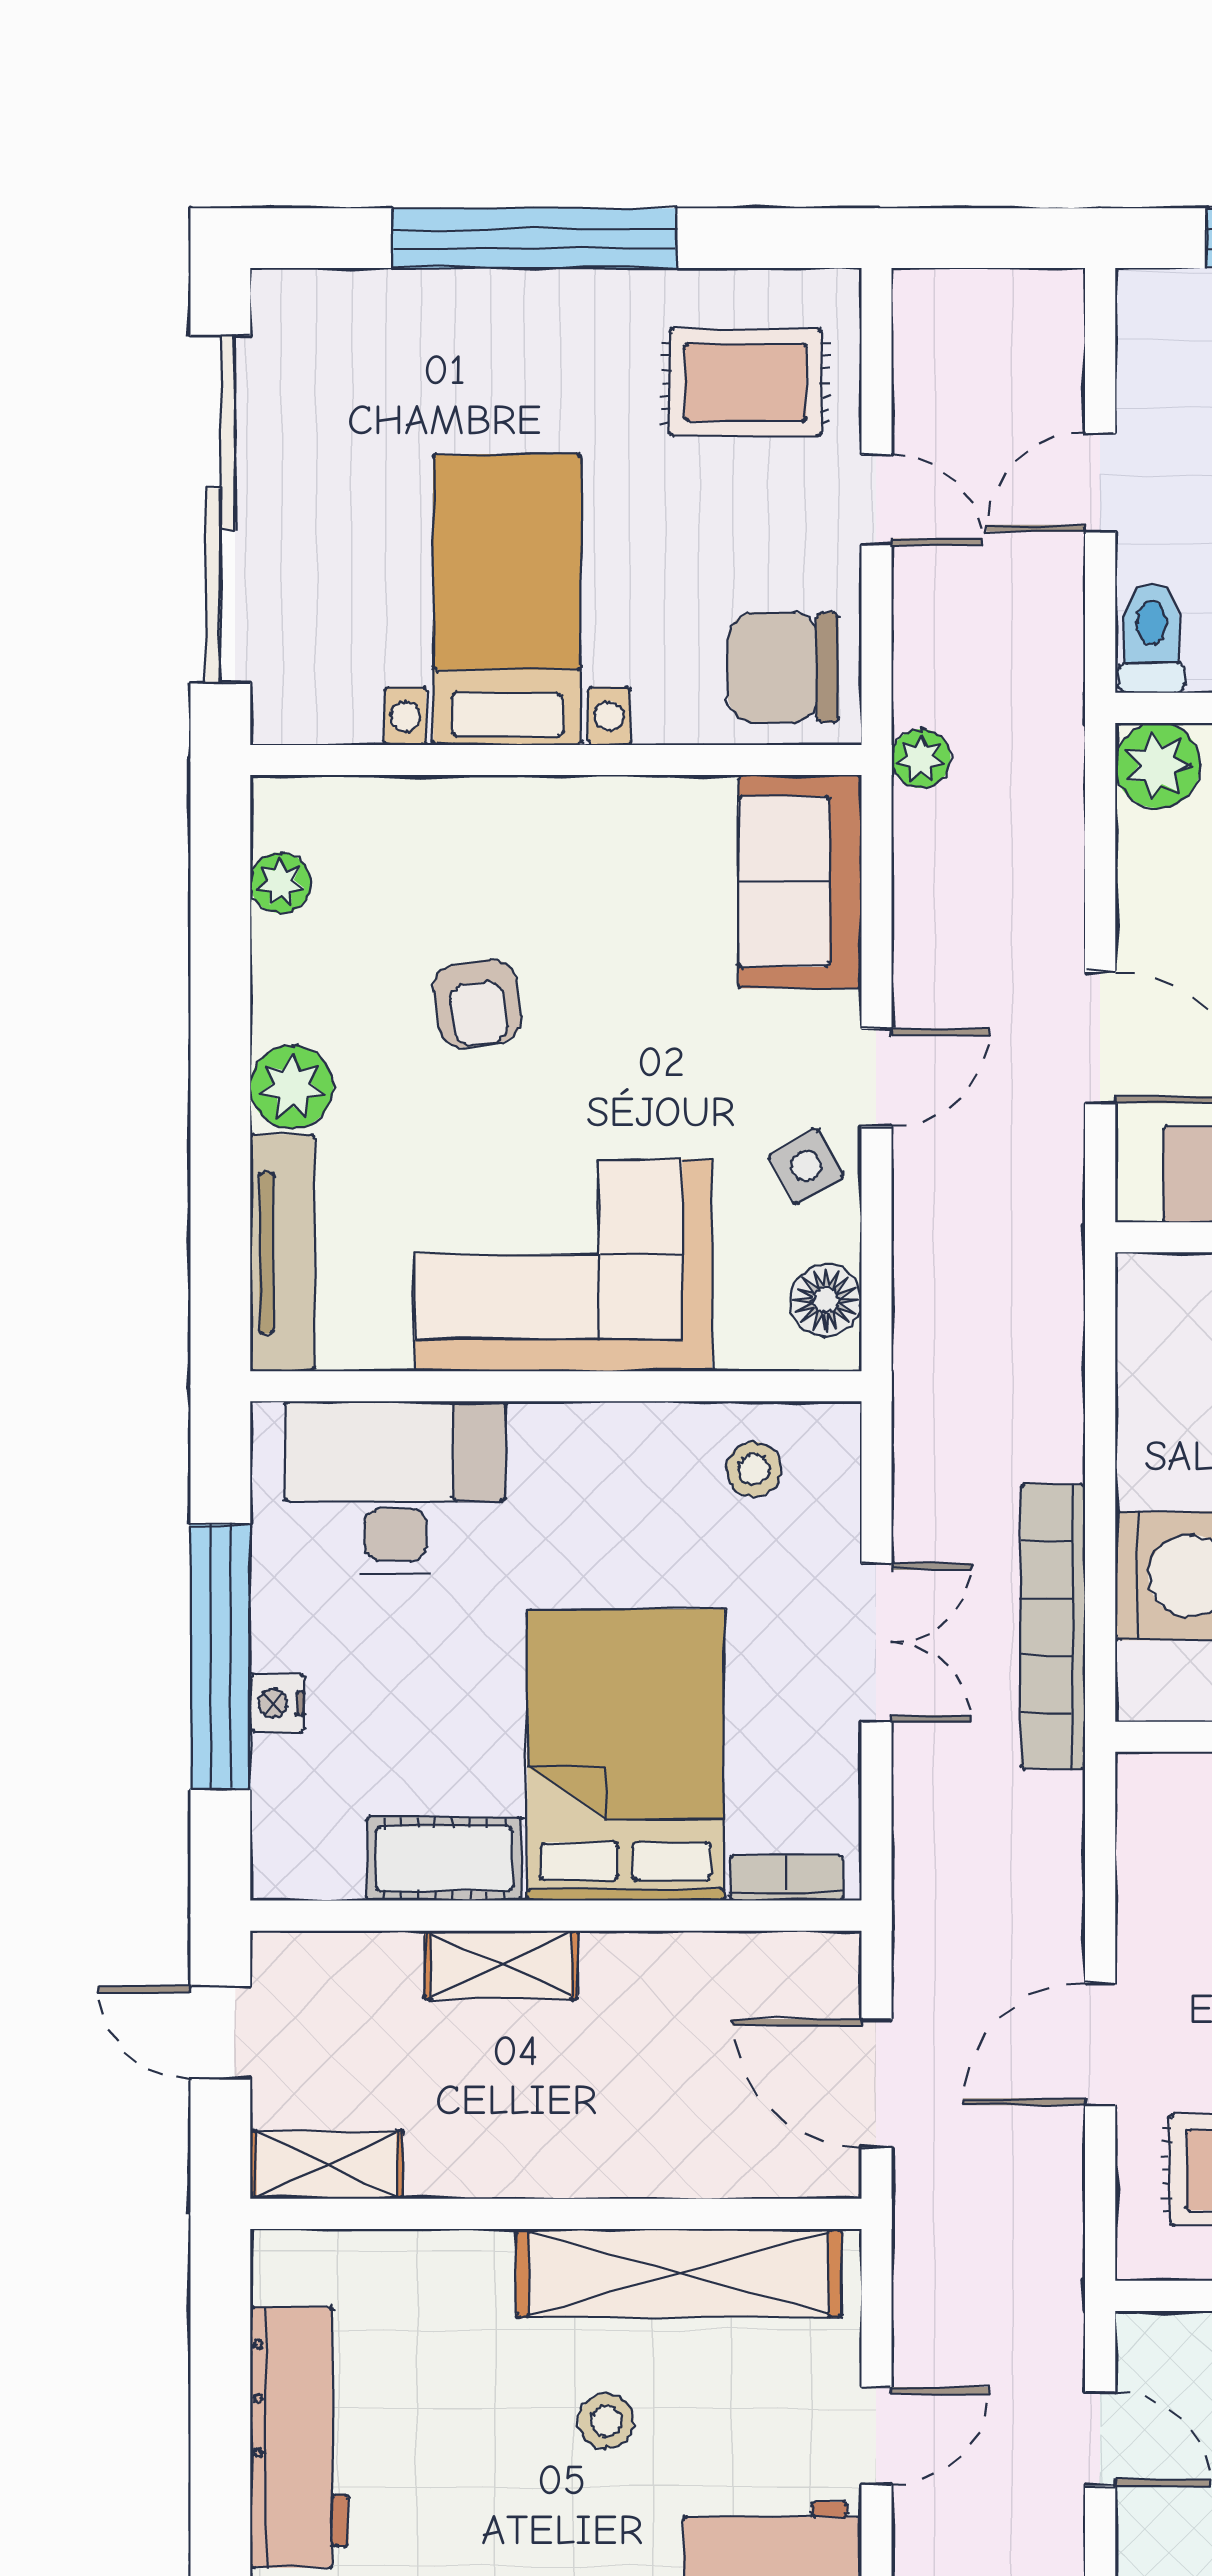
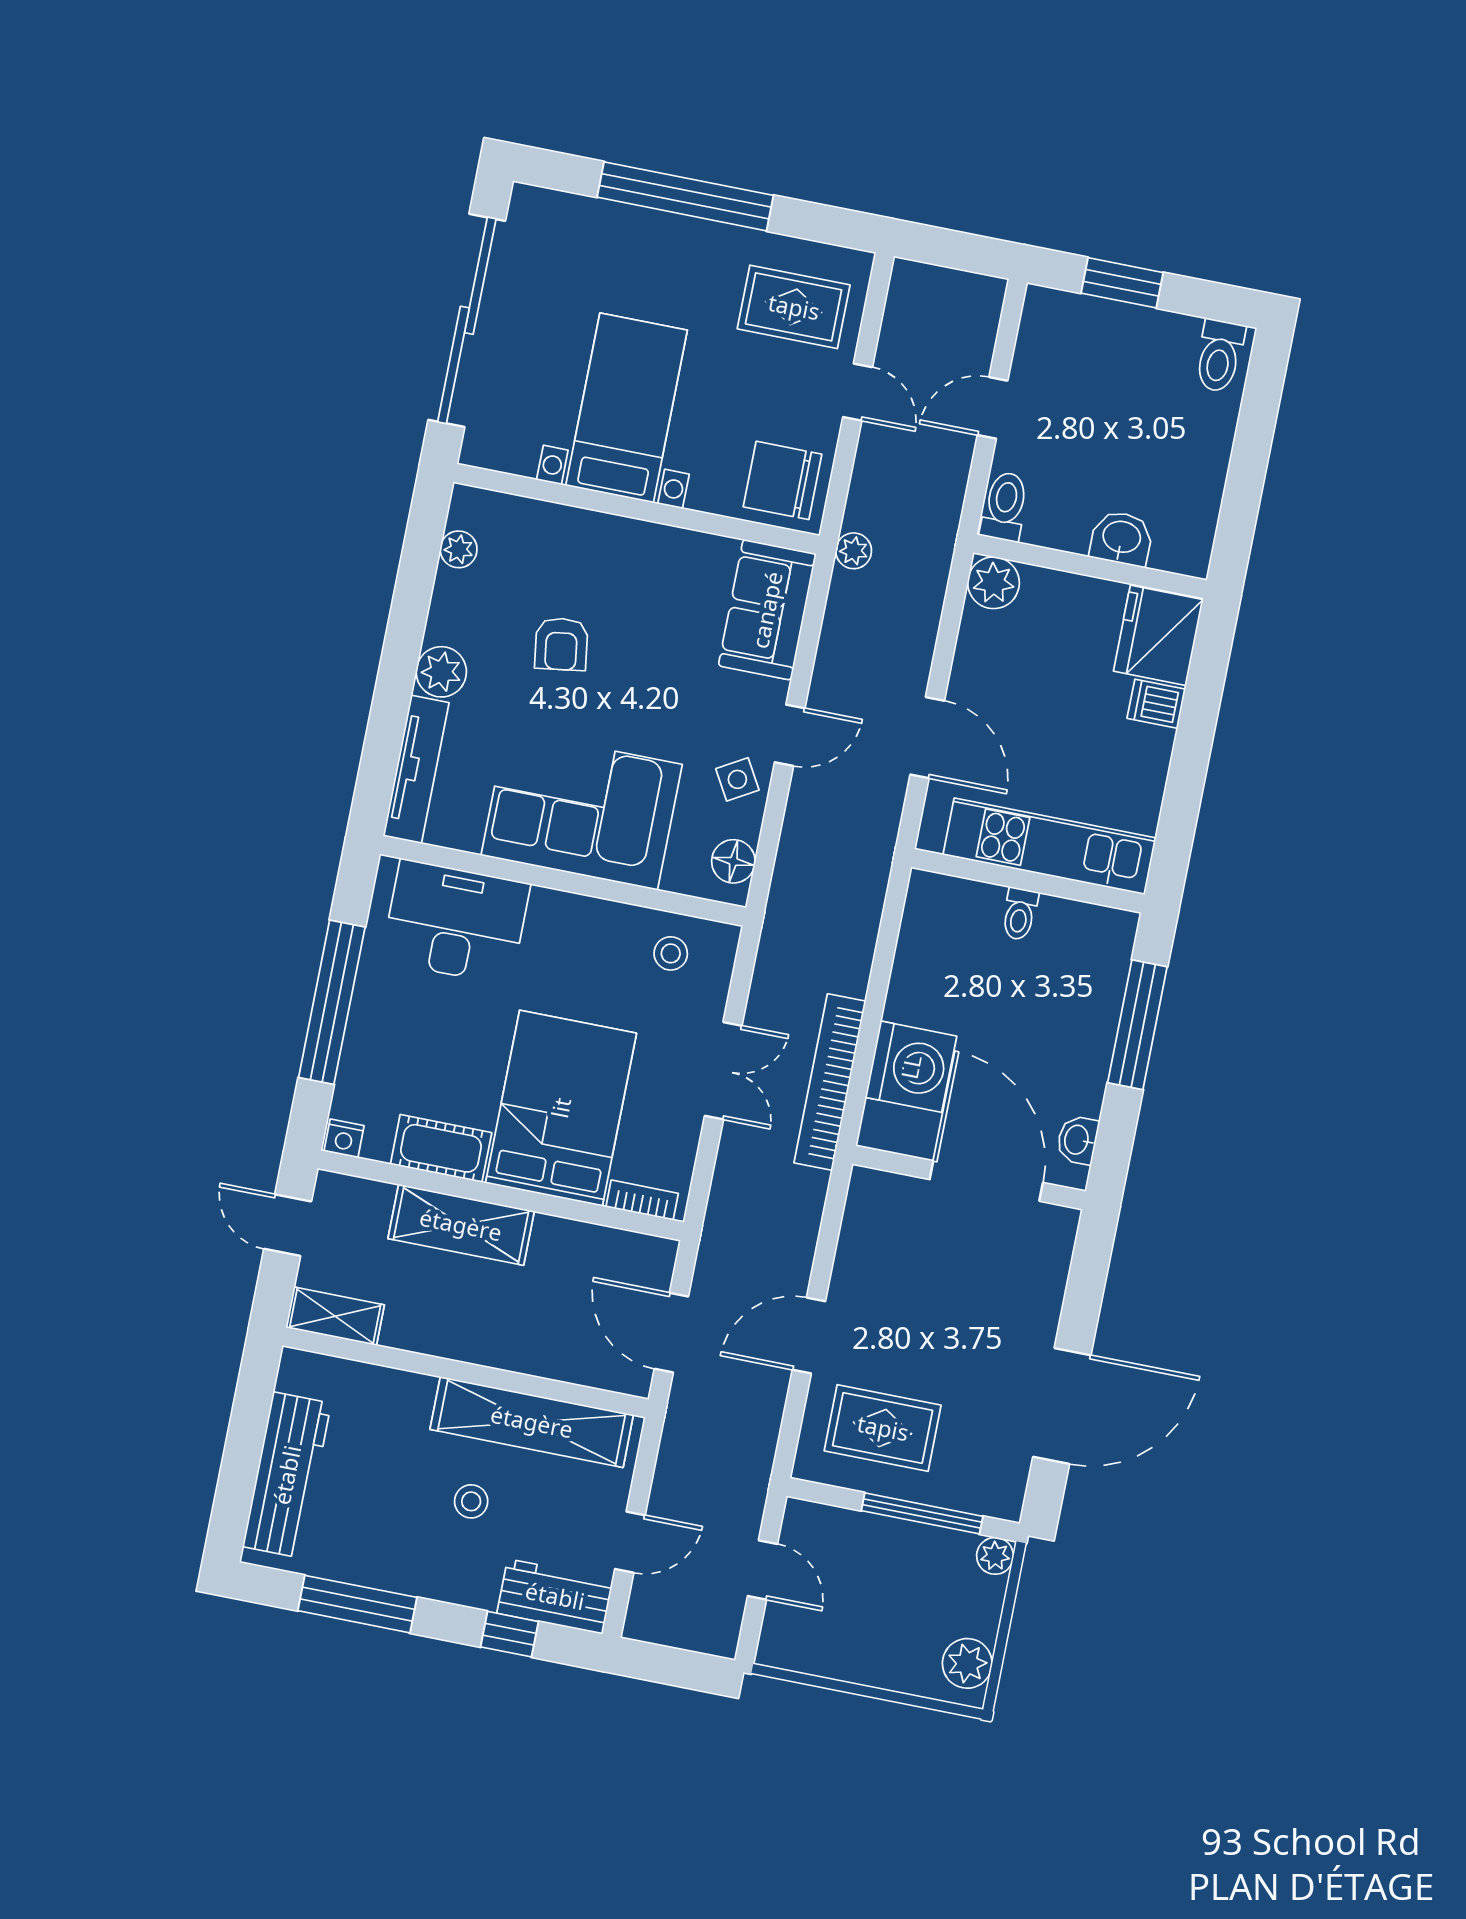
nightstand: (277, 1703) -> (344, 1138), moved, turned -90
shelving: (501, 1965) -> (461, 1225), width x1.50, depth x1.33

